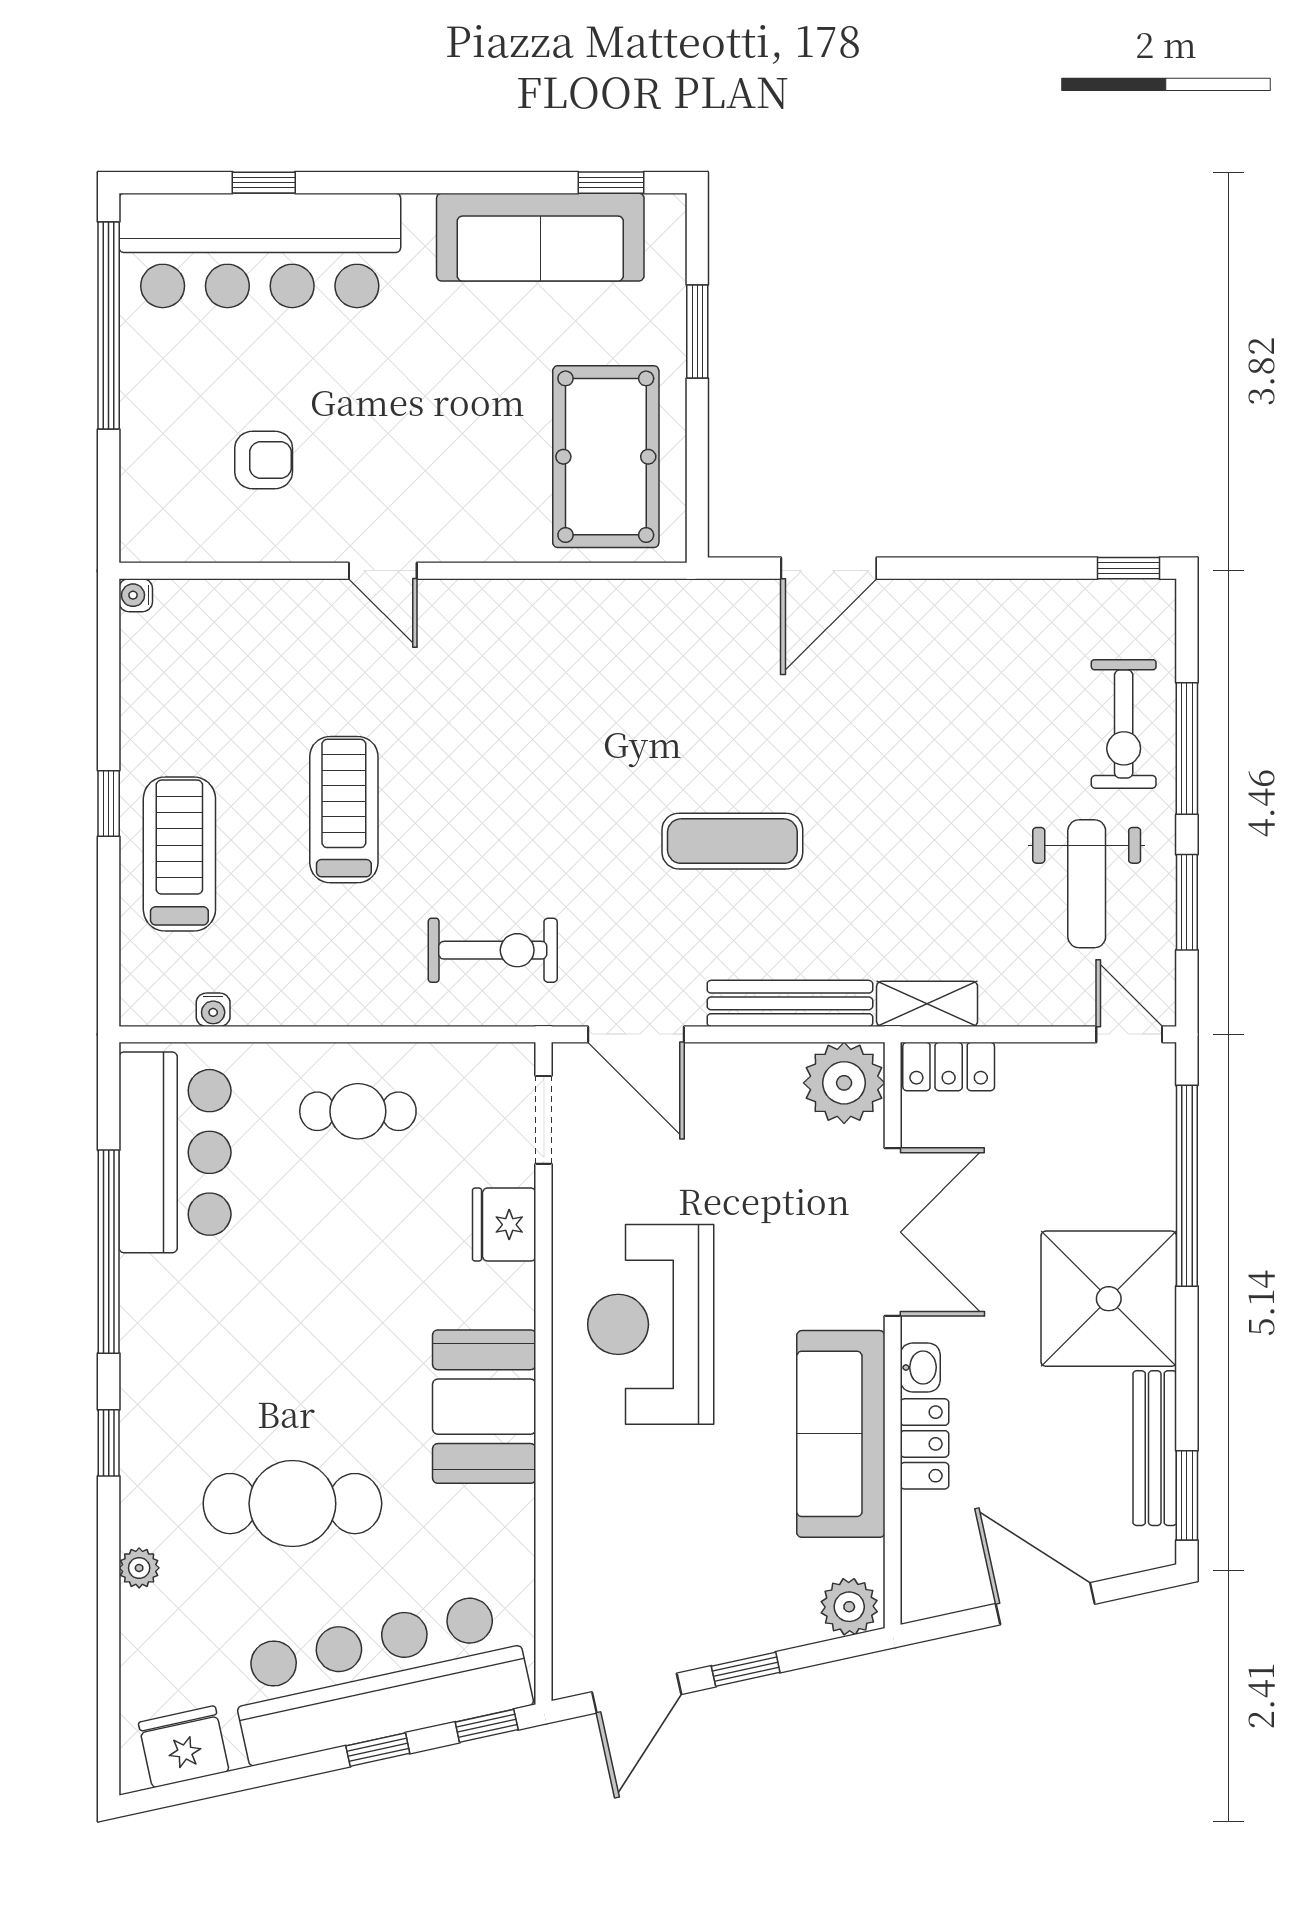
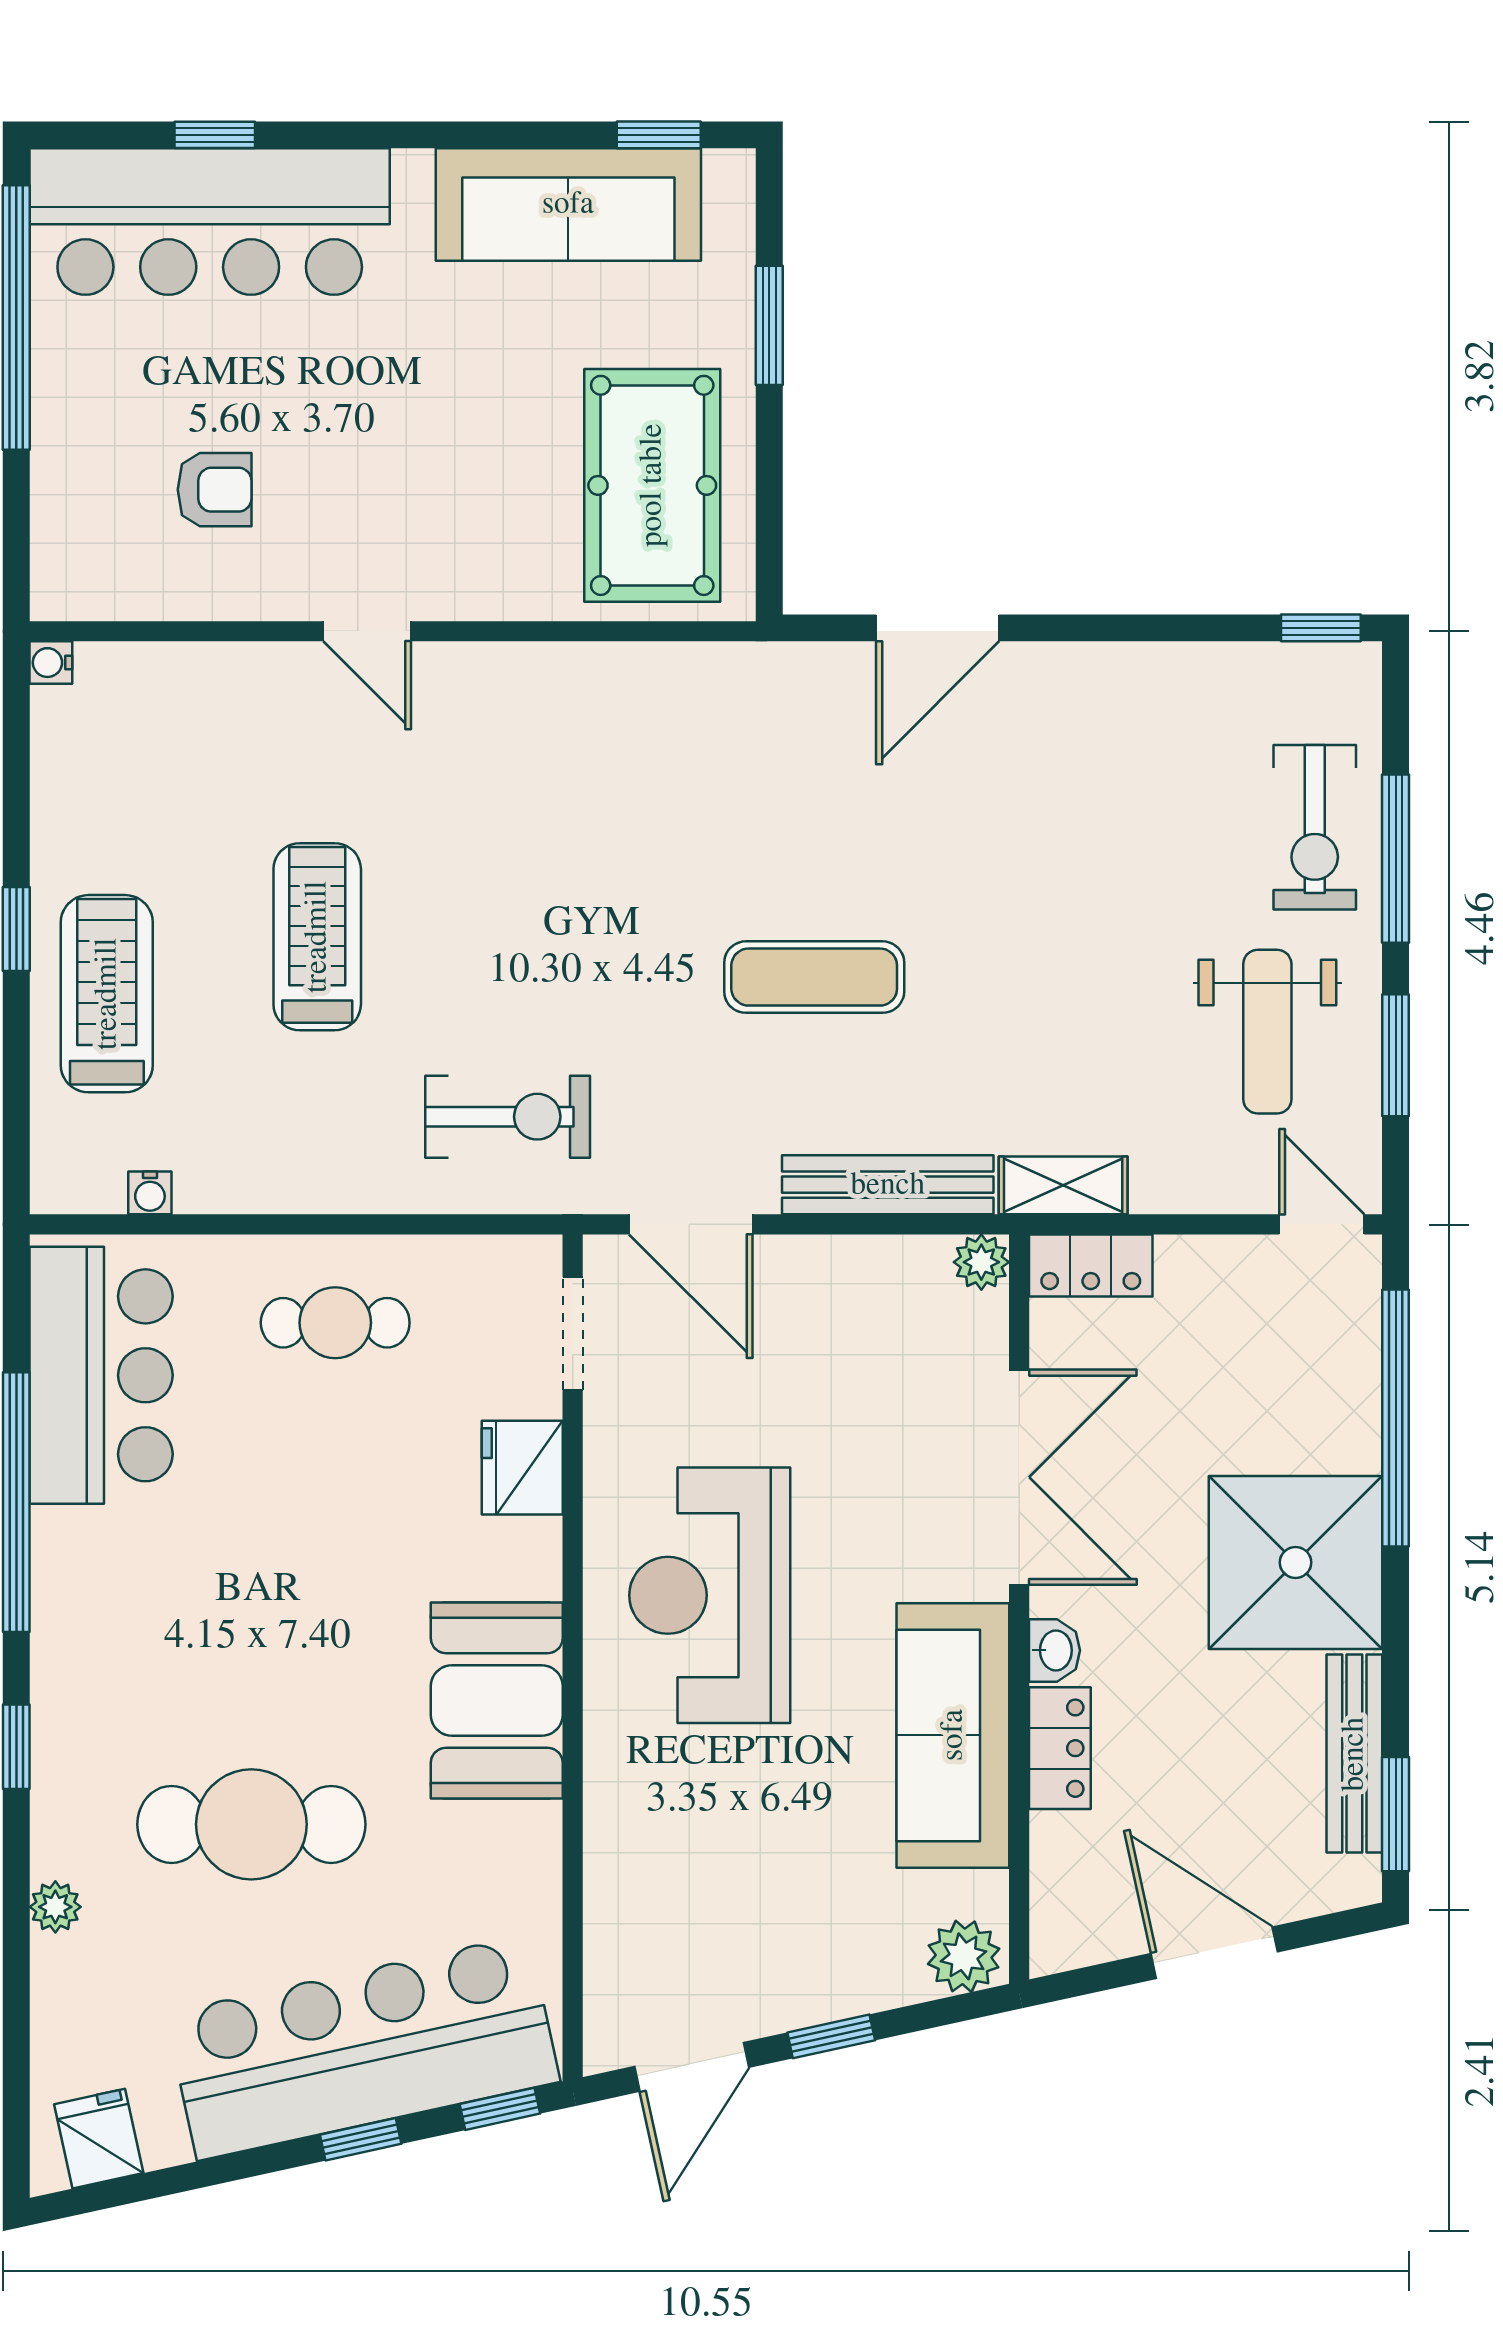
plant: (844, 1083) -> (981, 1262), width x0.53, depth x0.53
fridge: (184, 1747) -> (99, 2139), width x0.72

